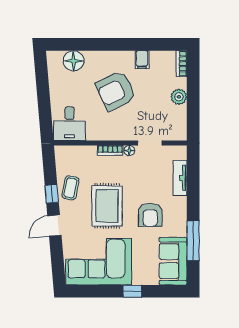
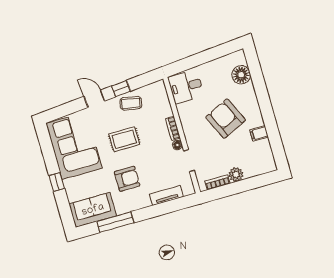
bookcase: (182, 64) -> (217, 182), moved
rug: (107, 206) -> (124, 139), width x0.73, depth x0.70
armchair: (150, 215) -> (127, 179), turned 180

